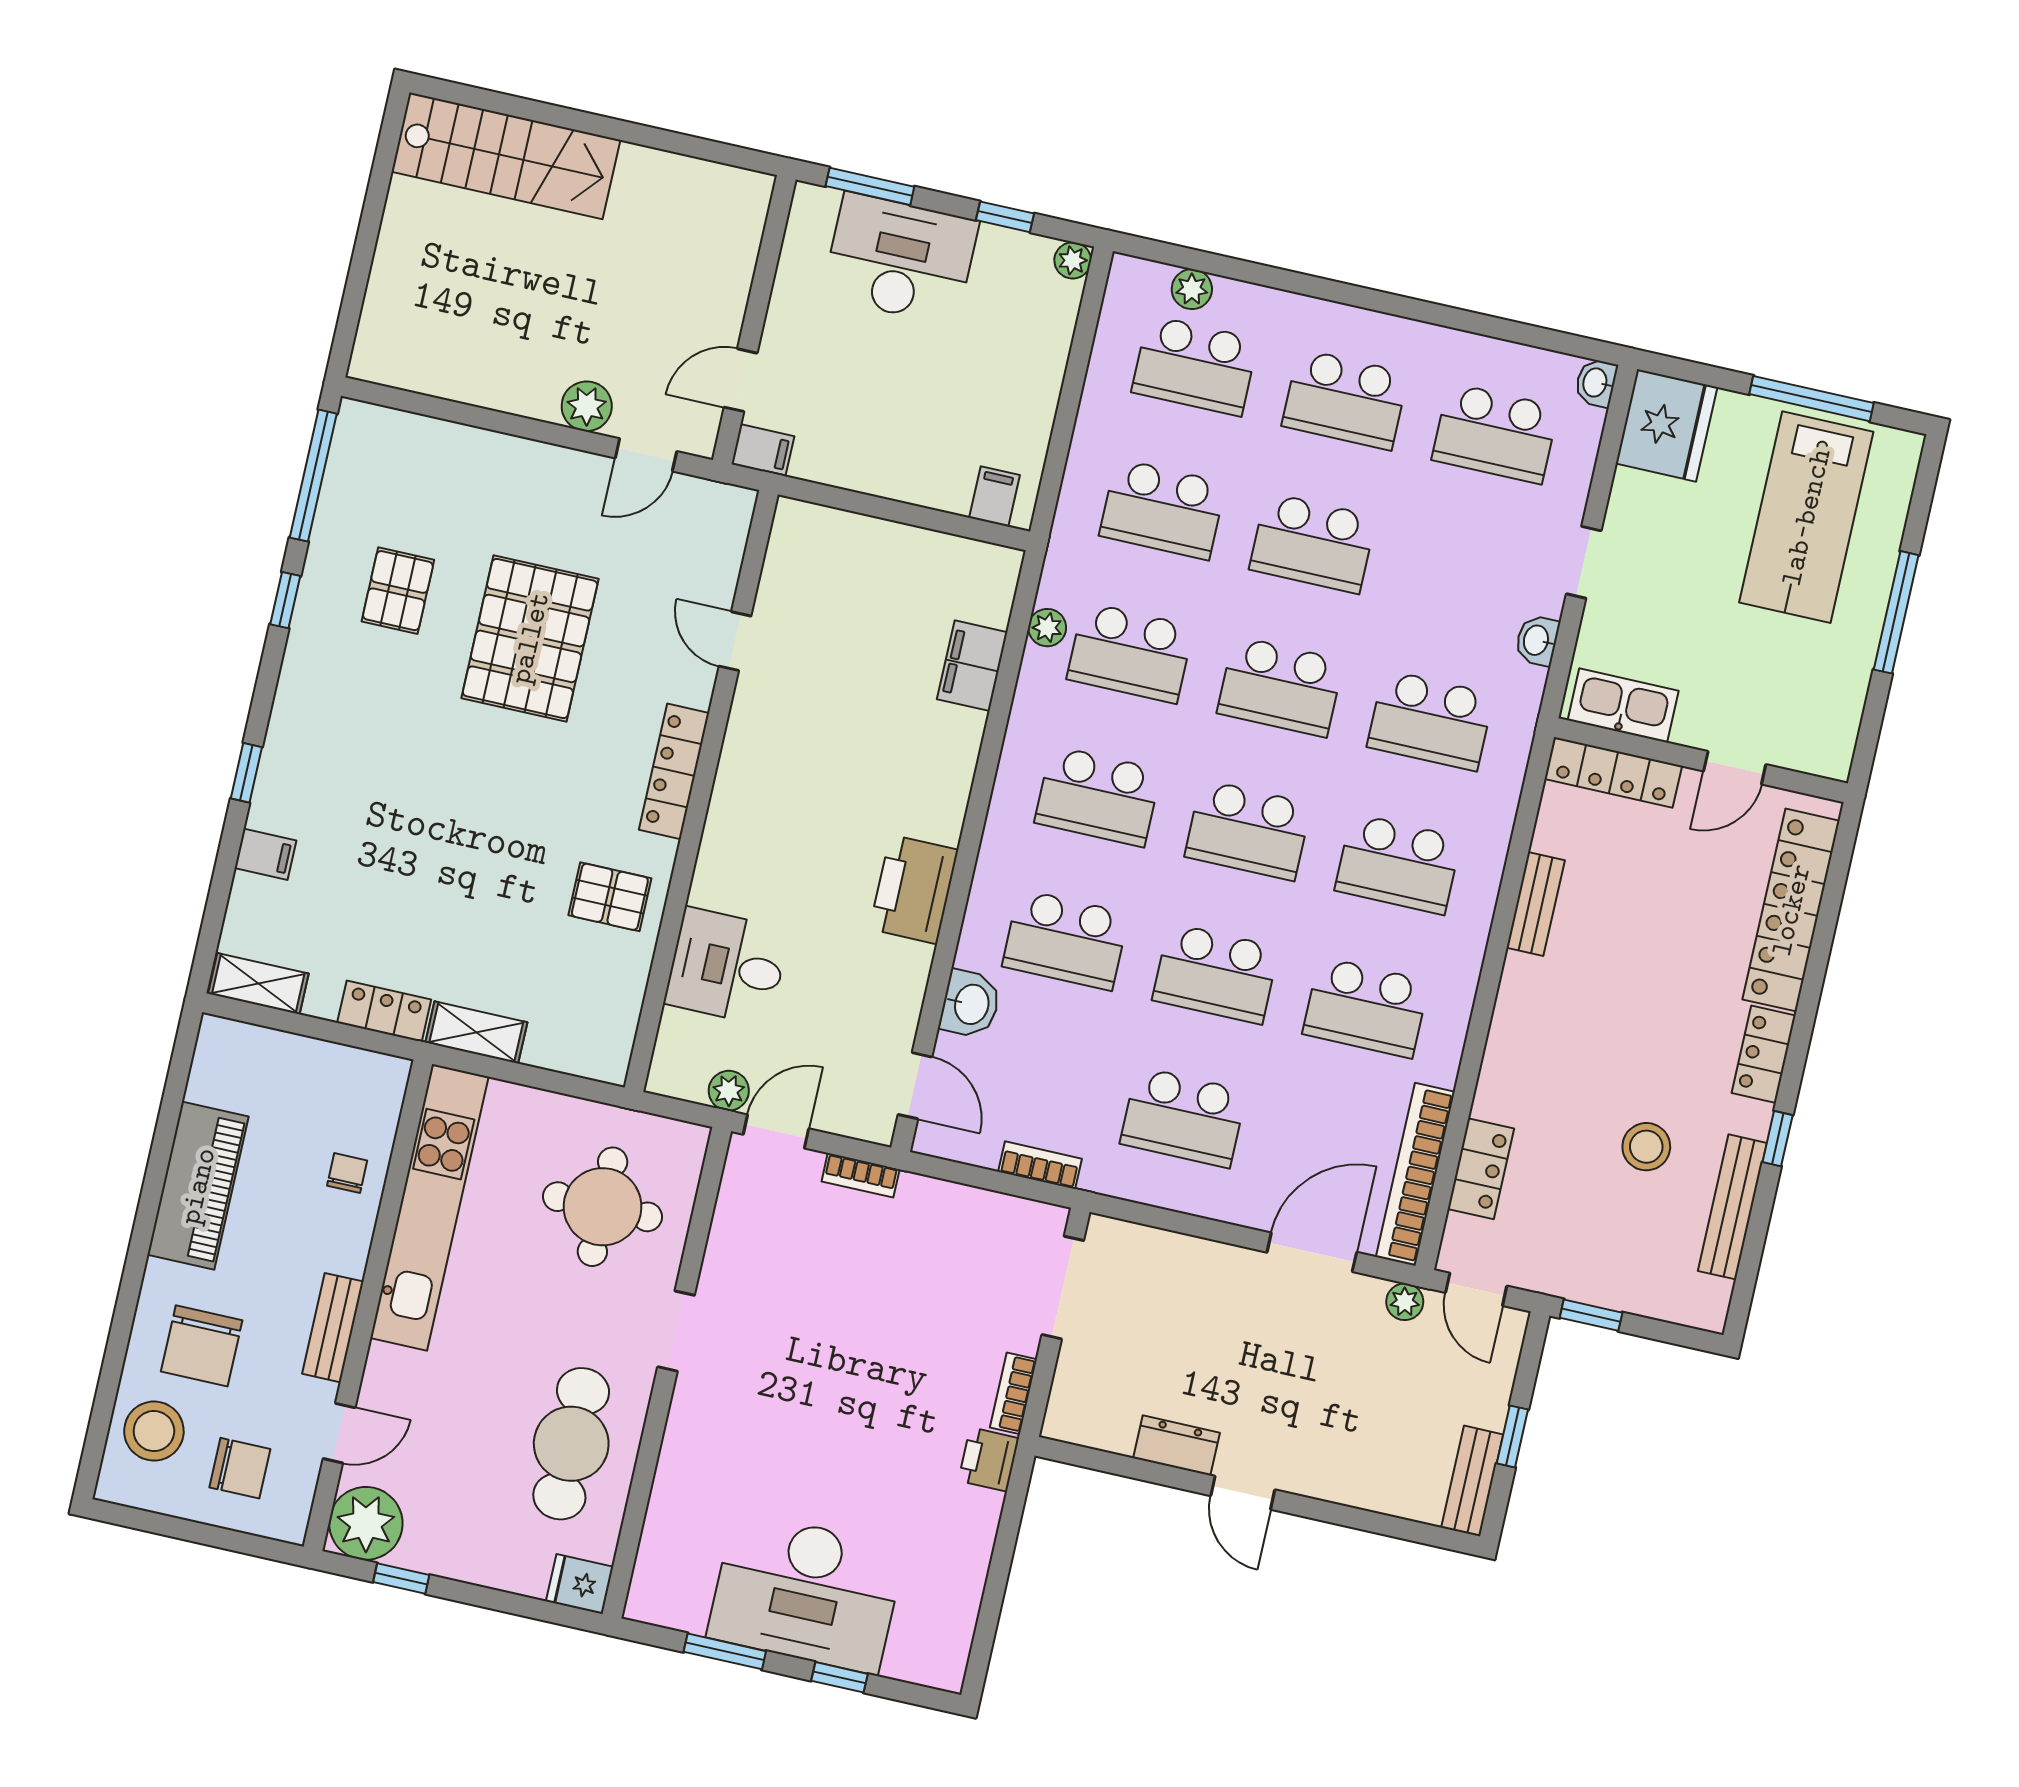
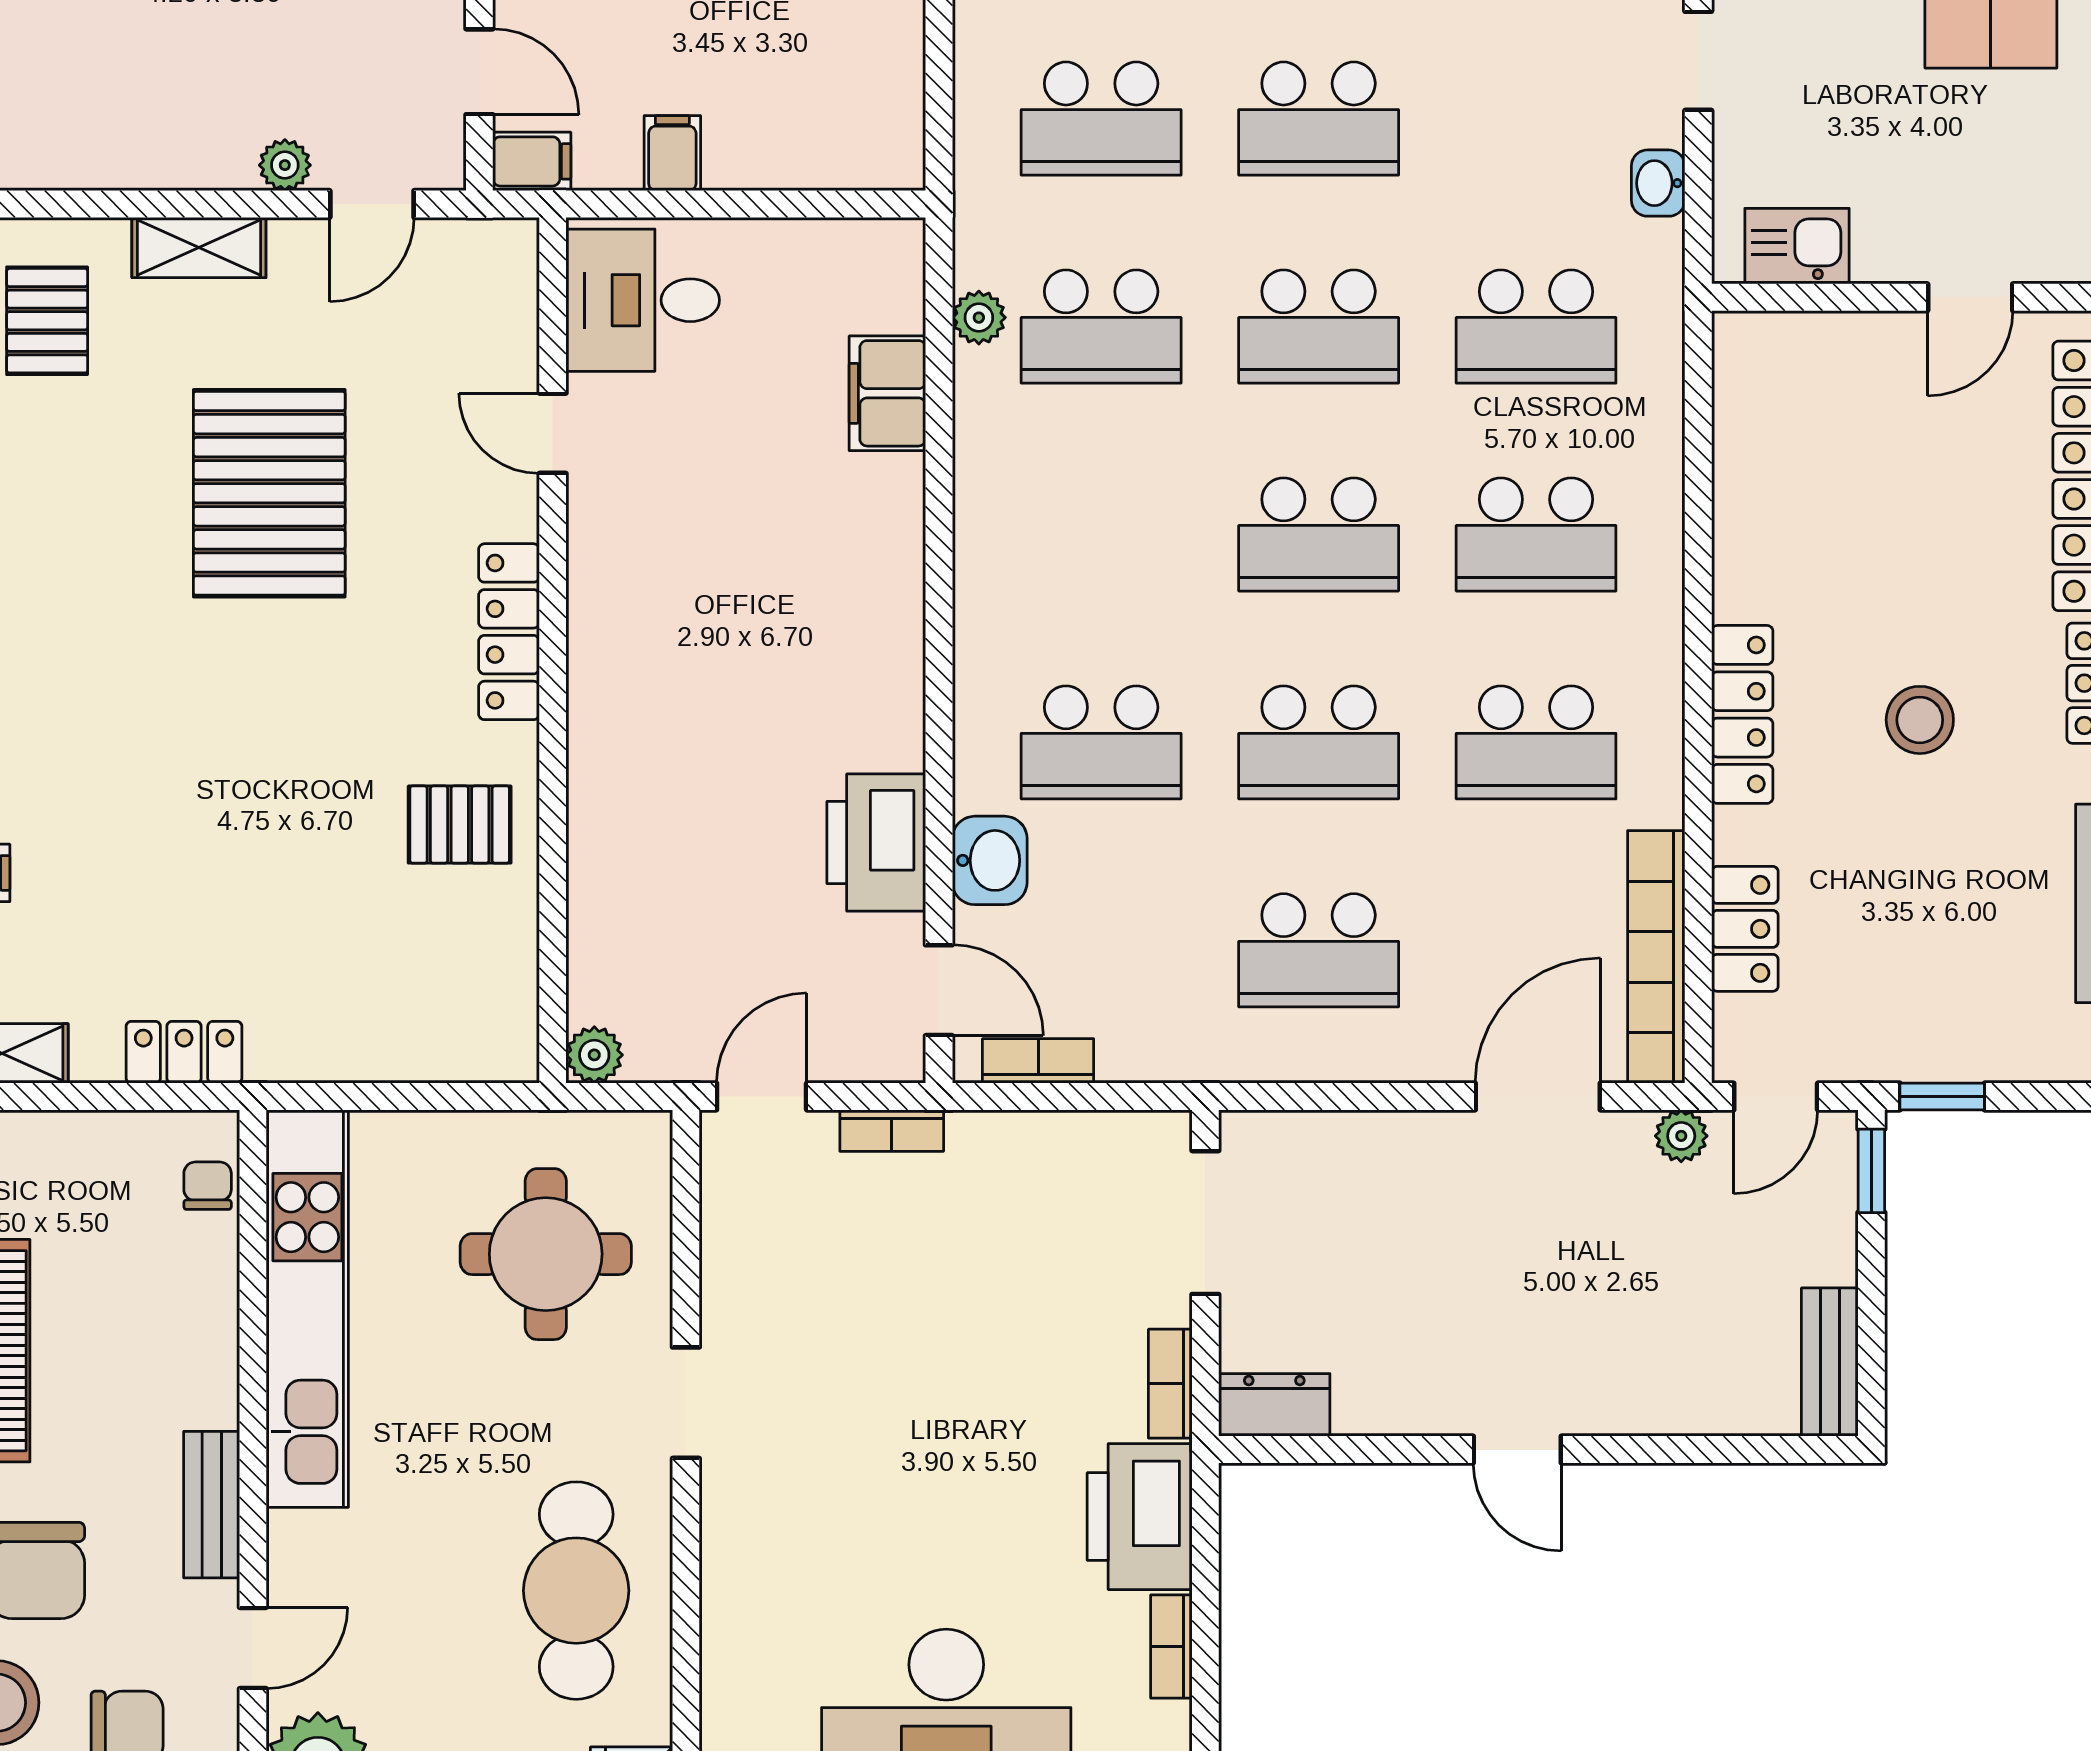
door: (741, 380) -> (479, 72), swing flipped
plant: (587, 406) -> (285, 165), width x0.73, depth x0.73
filing cabinet: (995, 496) -> (672, 153), moved
pallet: (398, 591) -> (47, 321), moved
kitchen sink: (1623, 706) -> (1797, 246), width x0.73
locker: (1613, 772) -> (1742, 714), moved, turned -90
school desk: (1098, 796) -> (1101, 534), removed
printer: (914, 889) -> (876, 843), moved
bench: (1536, 904) -> (1738, 547), removed
desk: (727, 966) -> (643, 300), moved
shelving: (476, 1032) -> (199, 248), moved
plant: (729, 1091) -> (594, 1055), moved
stool: (1646, 1147) -> (1920, 720), moved
bookcase: (1040, 1165) -> (1038, 1061), moved
chair: (347, 1173) -> (208, 1186), moved
door: (1476, 1289) -> (1776, 1097), hinge flipped
window: (1512, 1436) -> (1871, 1171), moved
dresser: (1176, 1445) -> (1274, 1405), moved
printer: (989, 1459) -> (1140, 1517), width x1.87, depth x1.48
bookcase: (973, 1575) -> (1171, 1647), added

